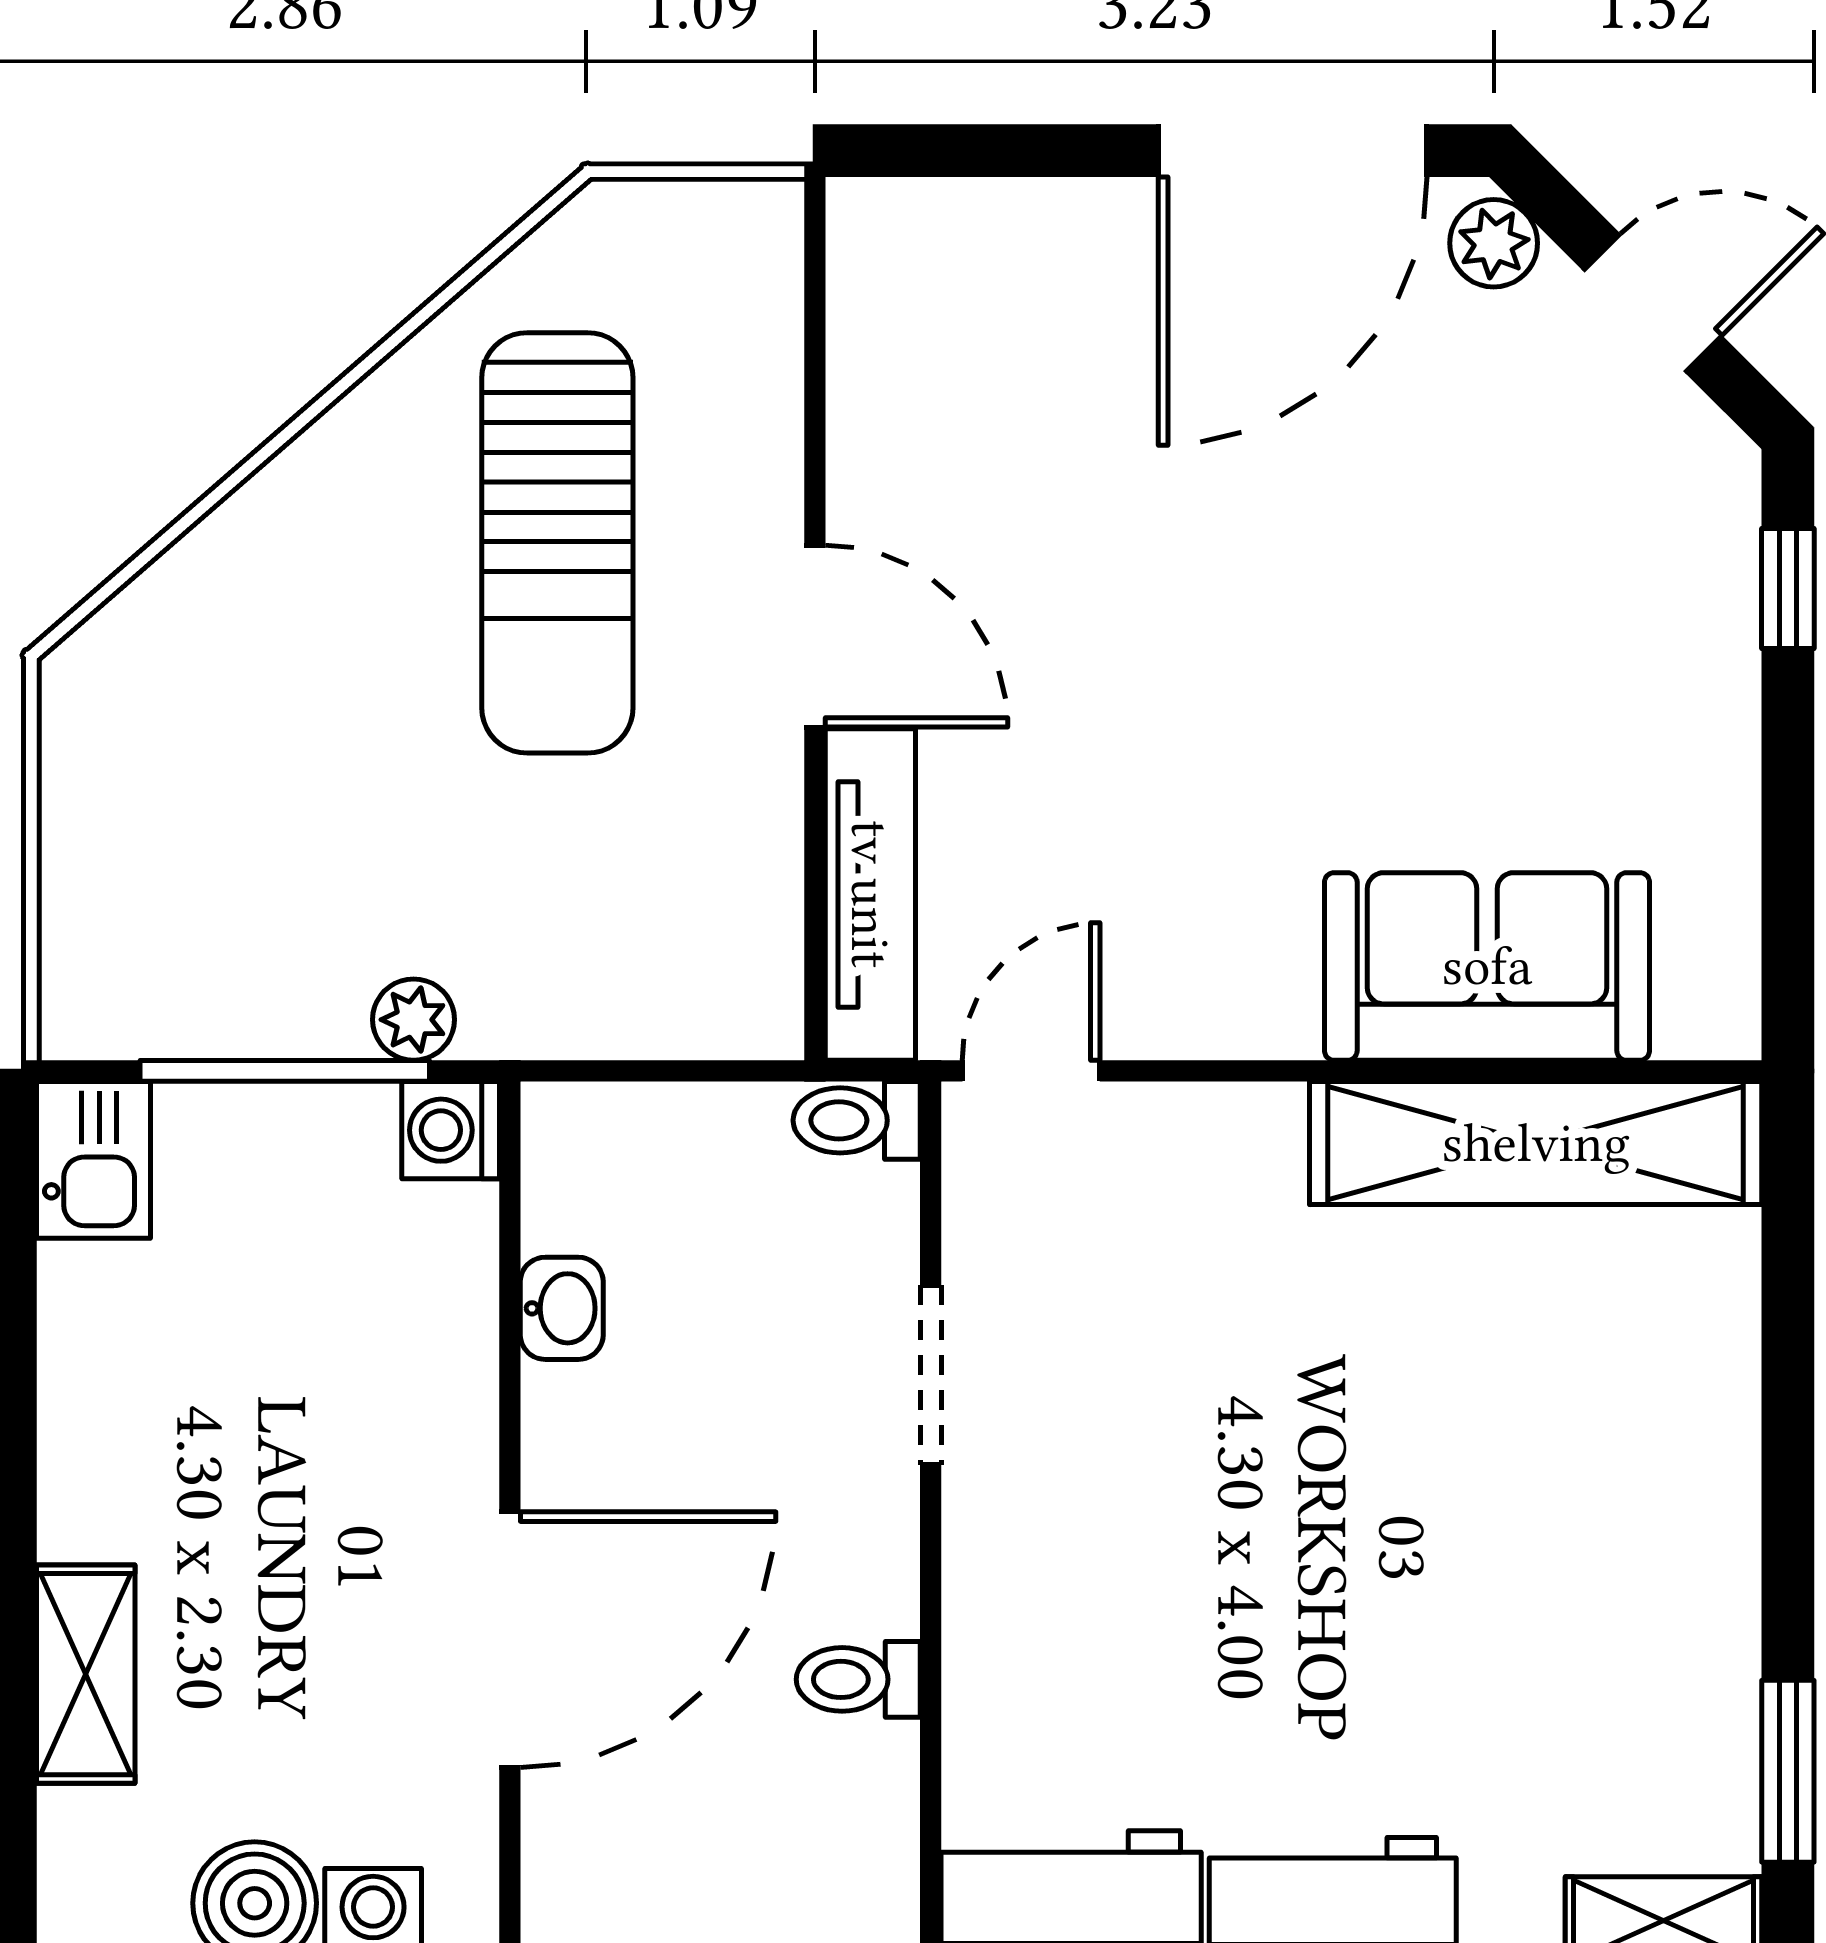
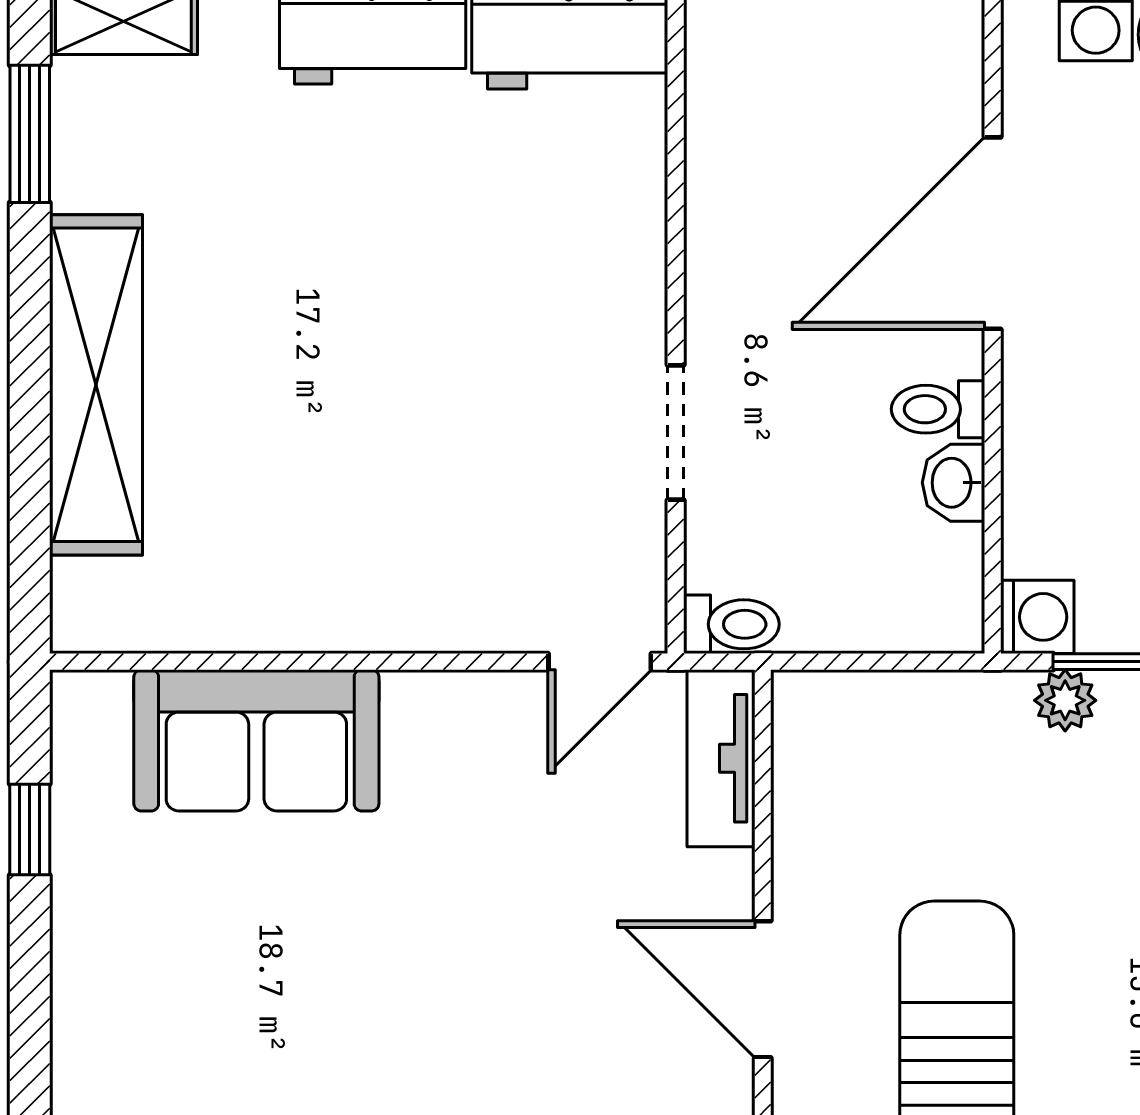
window: (1788, 588) -> (30, 830), moved
tv unit: (870, 894) -> (721, 758), width x0.71
shelving: (1536, 1143) -> (96, 385), moved, turned 90
toilet: (858, 1679) -> (938, 409), moved, turned 180

